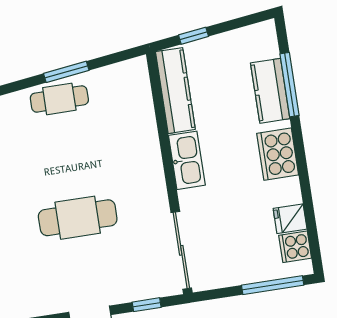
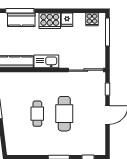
cafe table: (59, 99) -> (37, 114), moved
fridge: (290, 219) -> (67, 20), moved

